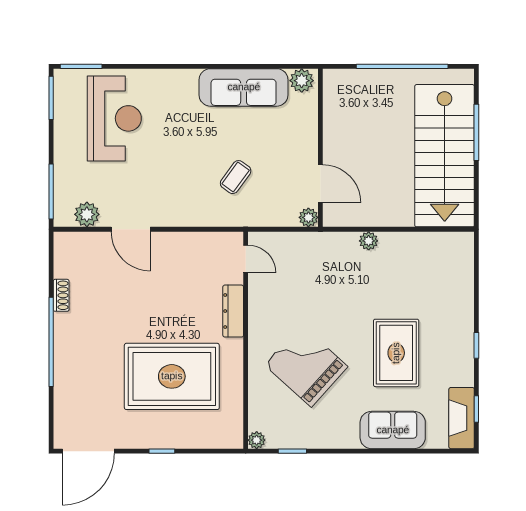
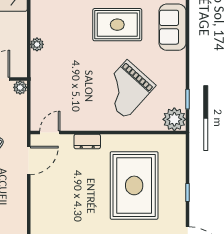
door: (131, 229) -> (29, 160), moved
dresser: (233, 311) -> (87, 141), width x0.70
plant: (257, 440) -> (174, 119), width x1.87, depth x1.87

